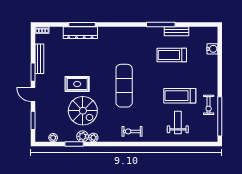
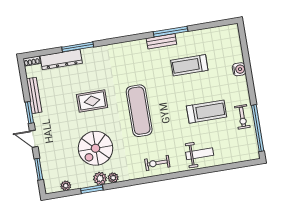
bench: (176, 31) -> (161, 41), moved
dresser: (80, 33) -> (61, 59), moved
water cooler: (212, 49) -> (239, 69), moved
rug: (77, 84) -> (92, 101), moved
treadmill: (180, 96) -> (207, 112), turned 180
spiral stairs: (83, 111) -> (95, 148), turned 90
weight bench: (178, 123) -> (200, 154), moved, turned 90

